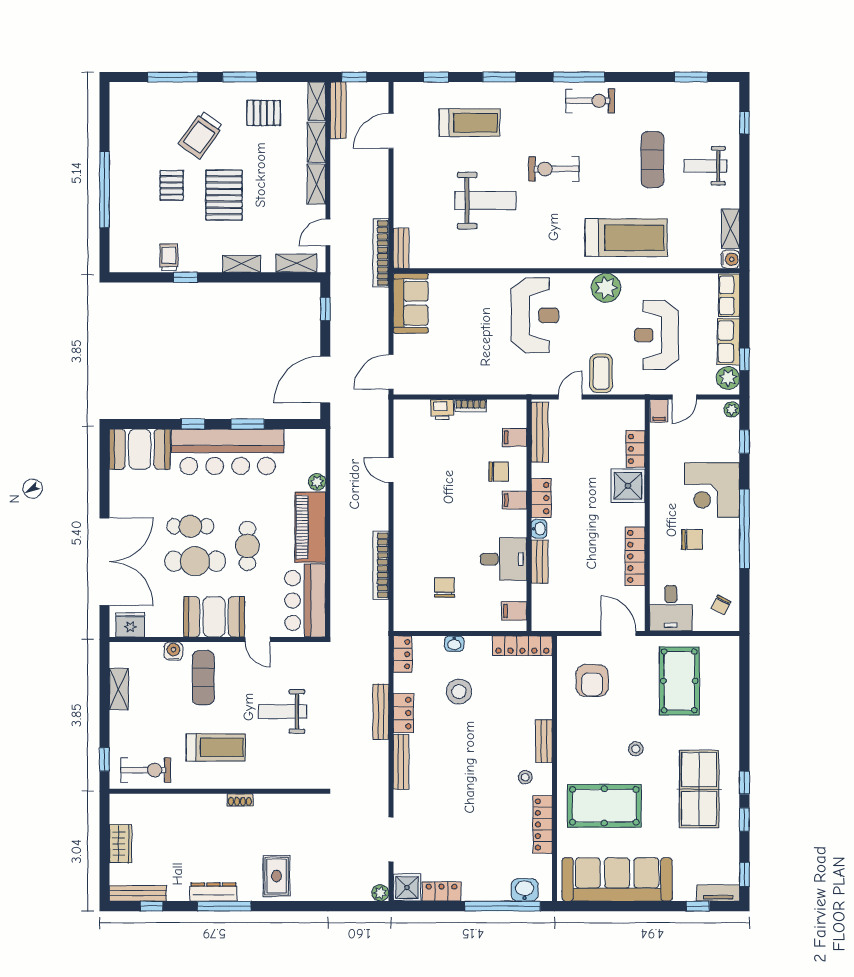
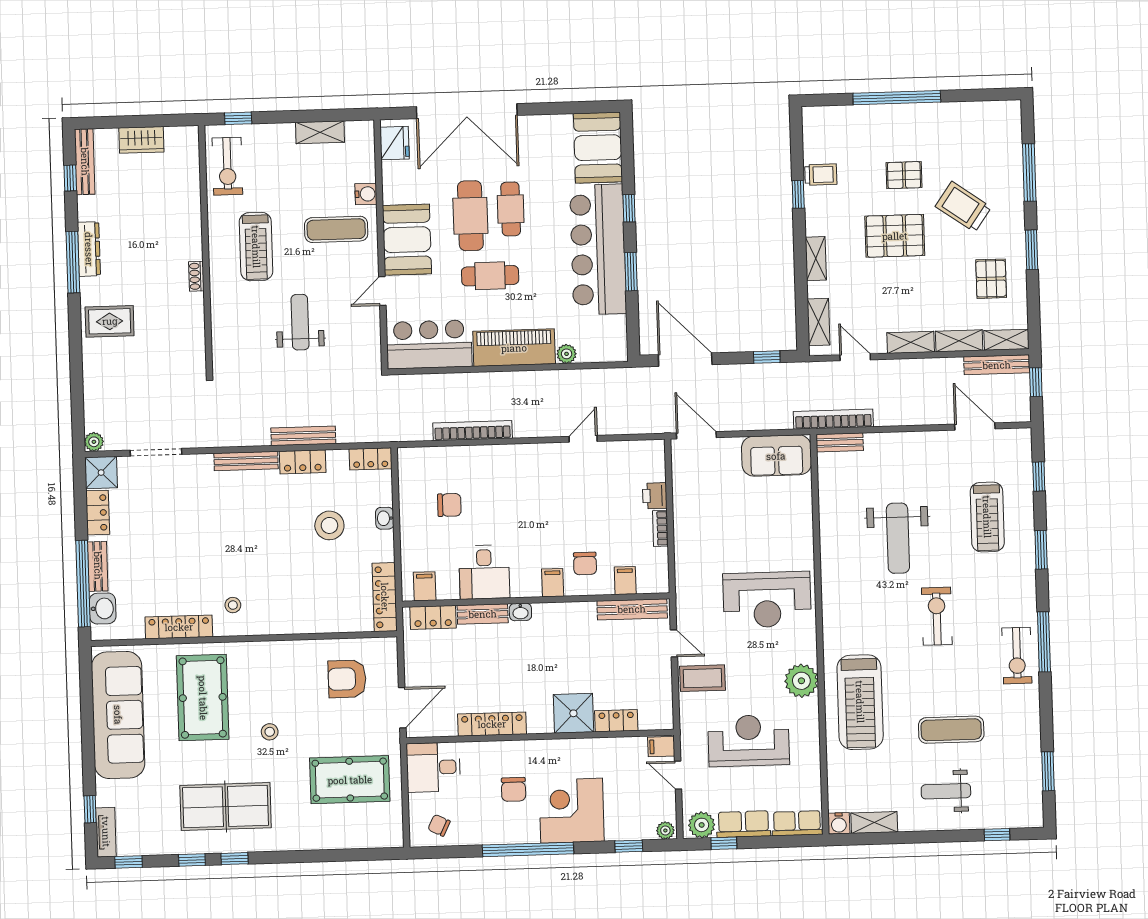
weight bench: (705, 166) -> (946, 791), turned -90
locker: (541, 498) -> (433, 617), moved
bench: (544, 741) -> (98, 566), moved, turned 90

